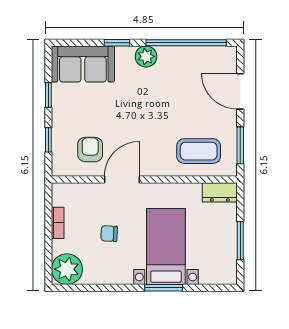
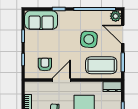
plant: (146, 56) -> (116, 16), moved
side table: (175, 101) -> (89, 39), added
coffee table: (199, 151) -> (101, 65), width x1.36, depth x1.32

